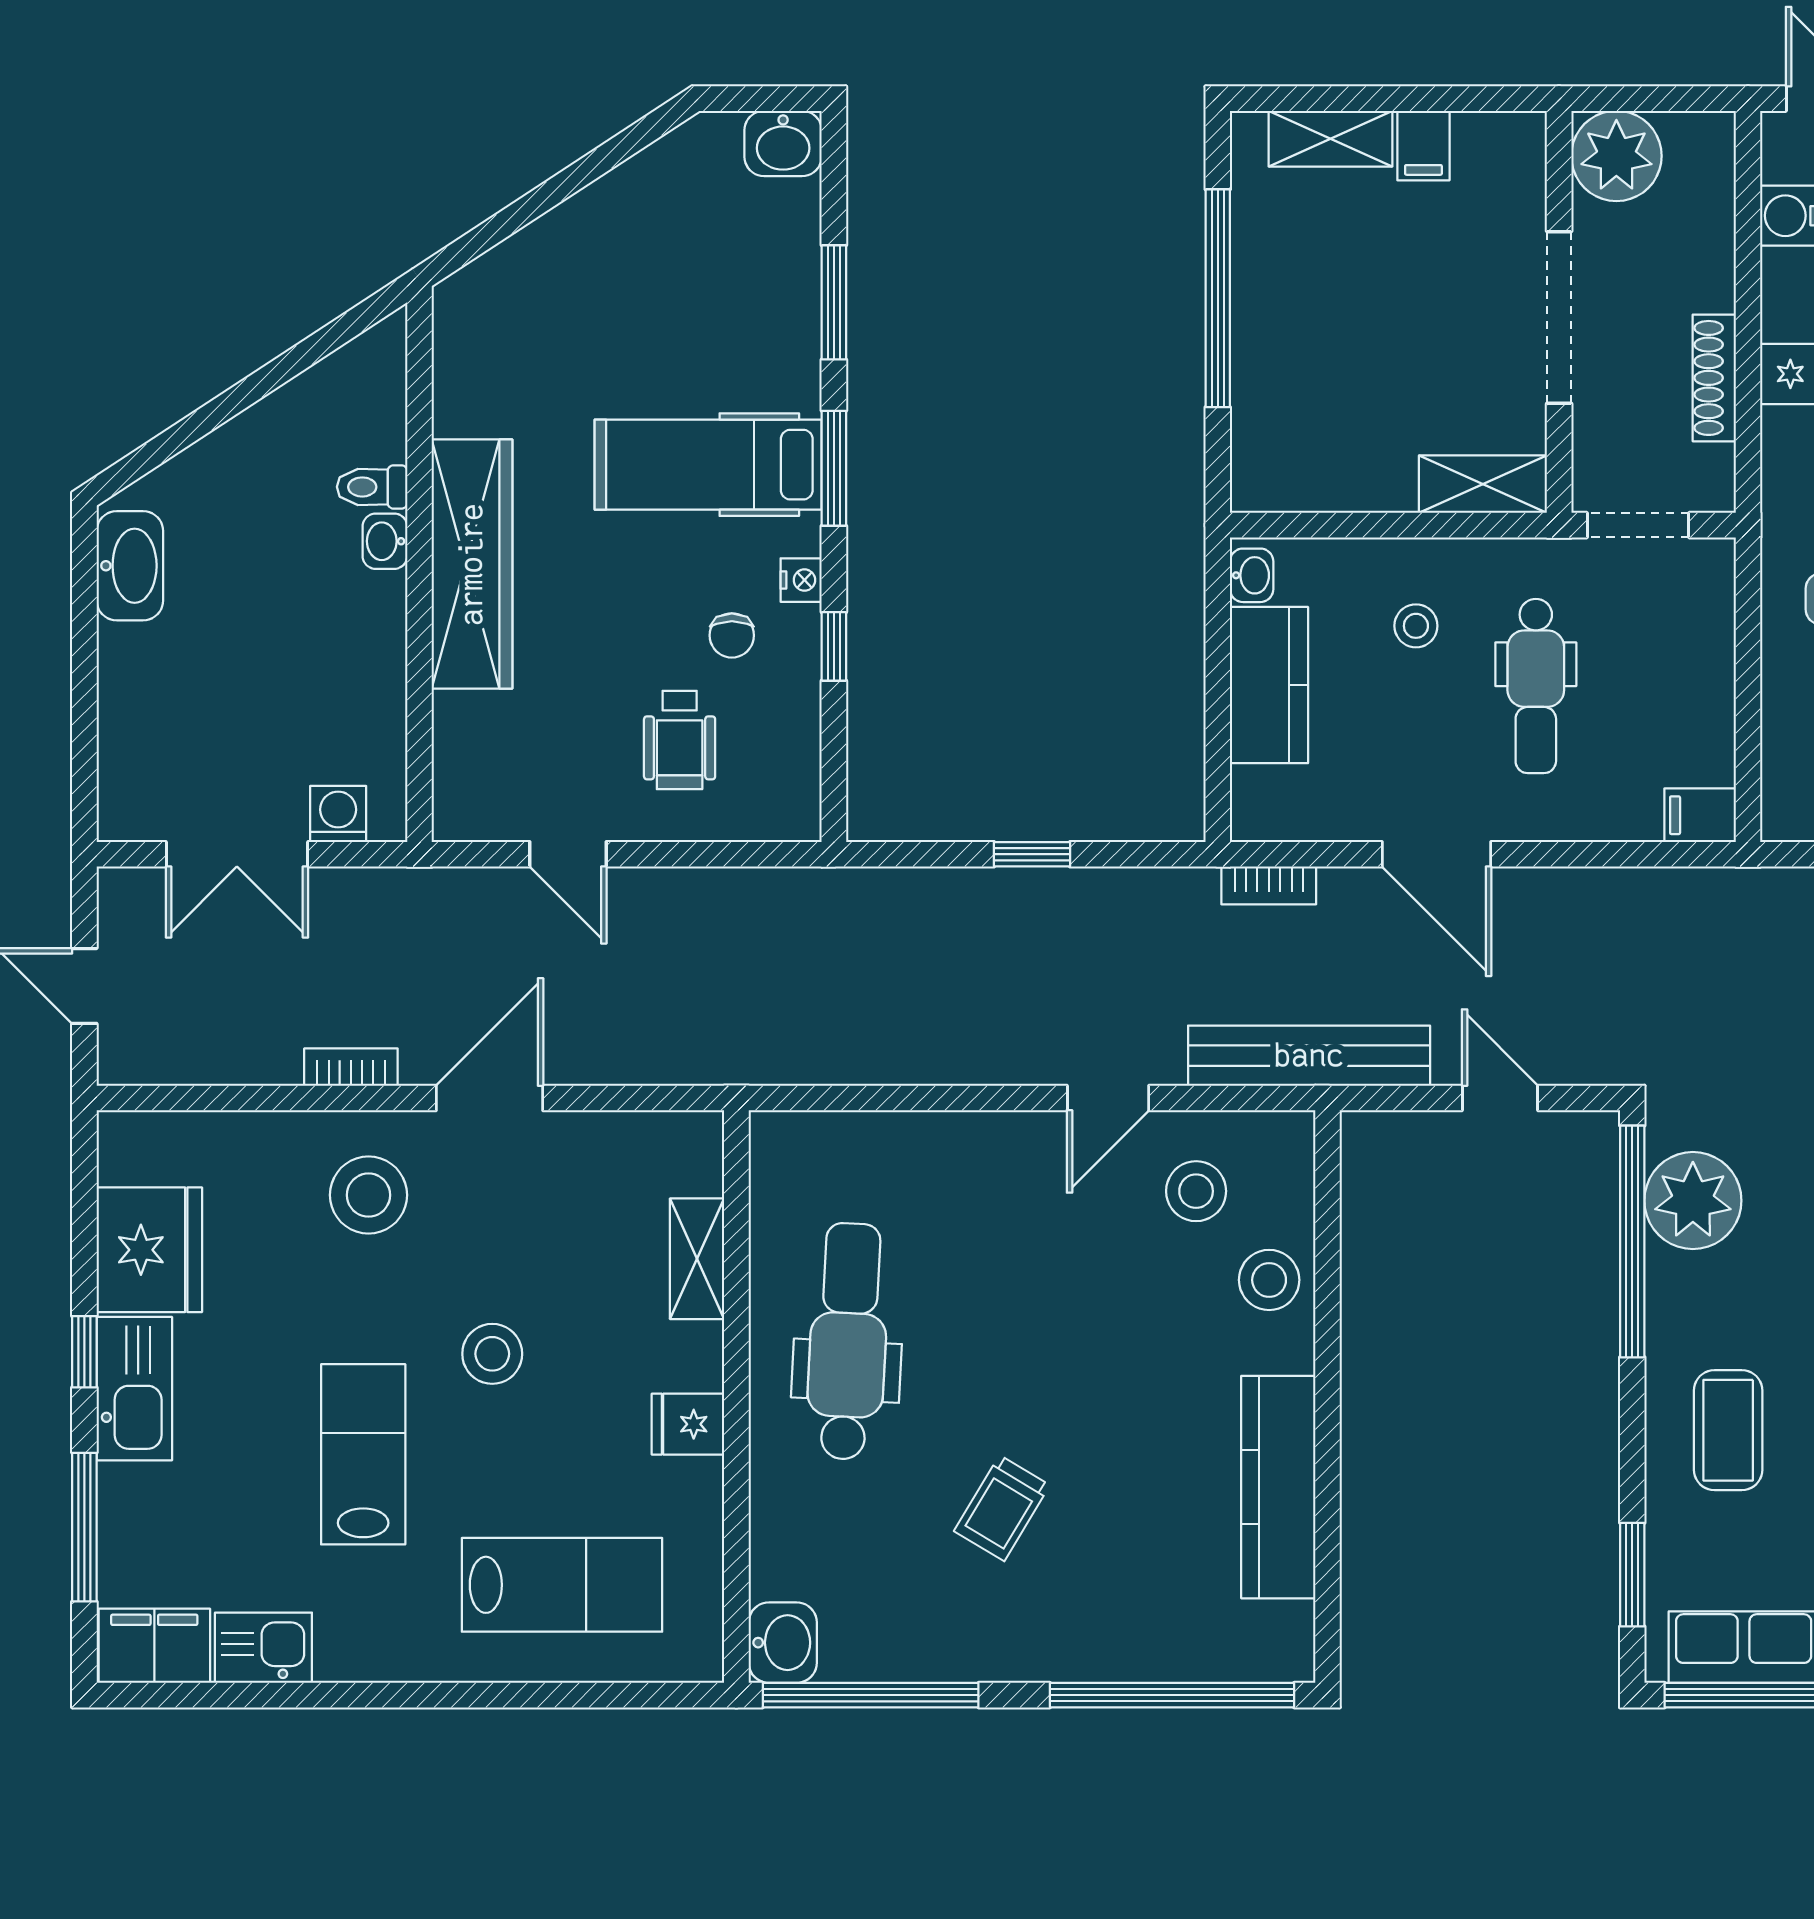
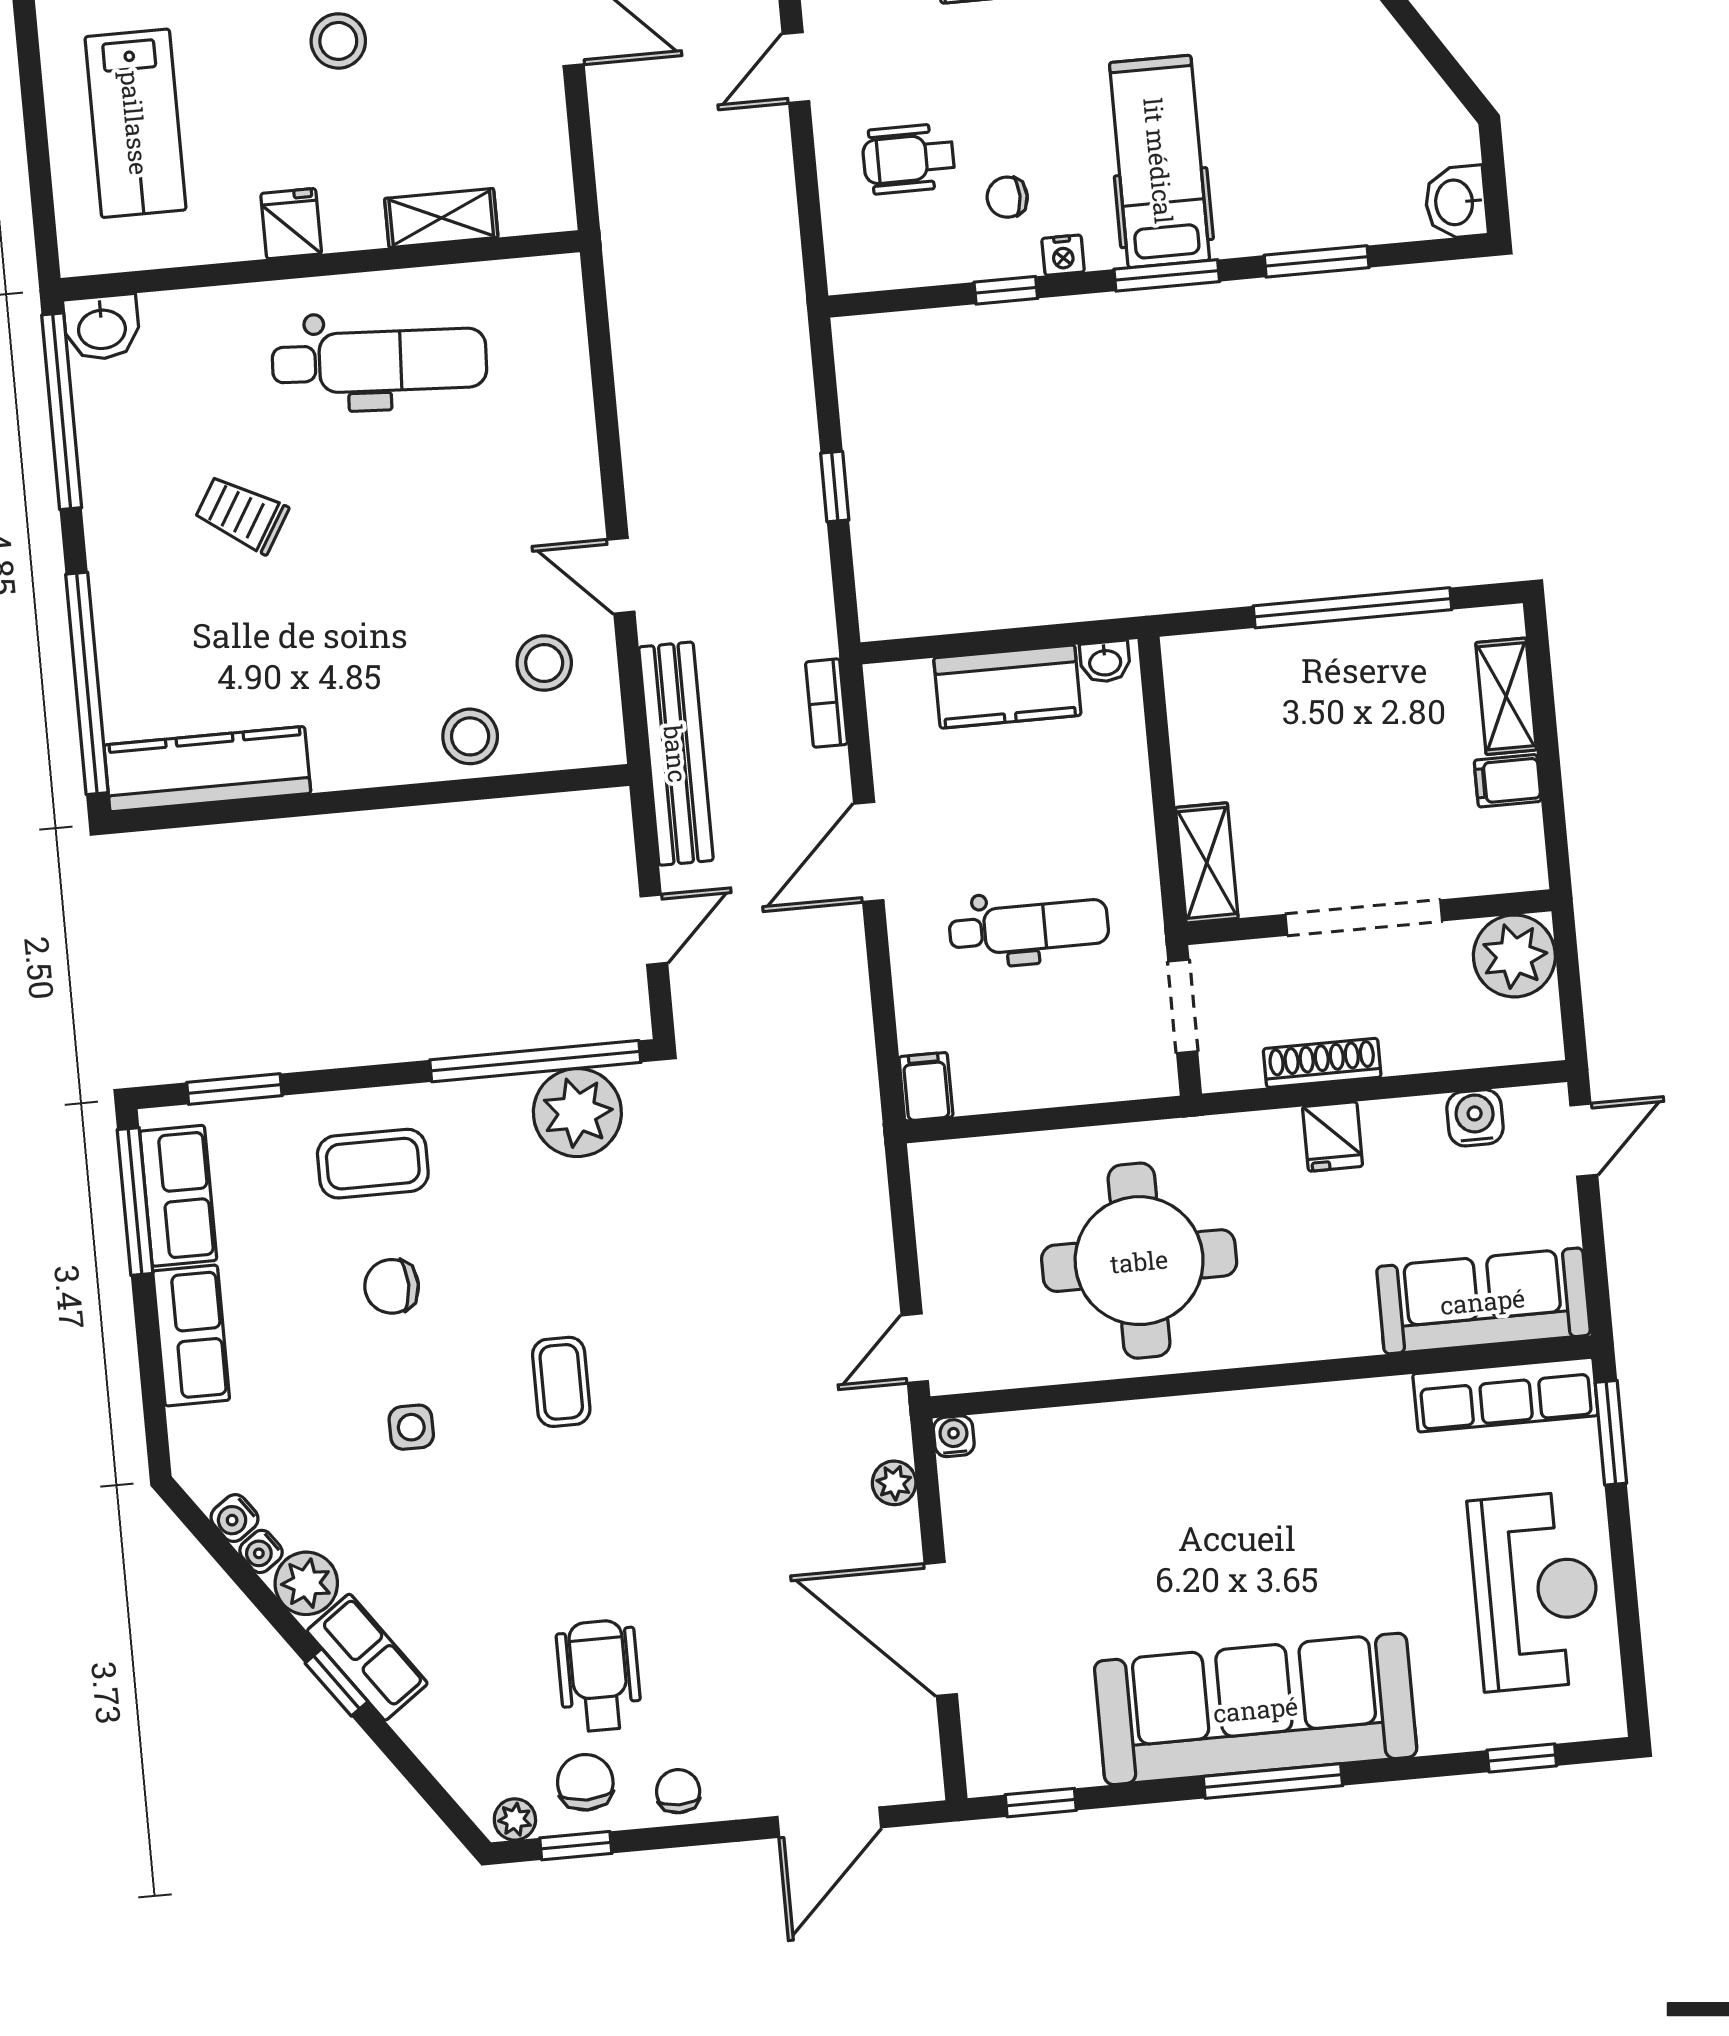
stool: (1416, 626) -> (1073, 814), removed
dental chair: (1536, 686) -> (1029, 928), turned 180
kitchen counter: (1278, 1487) -> (207, 769), moved

